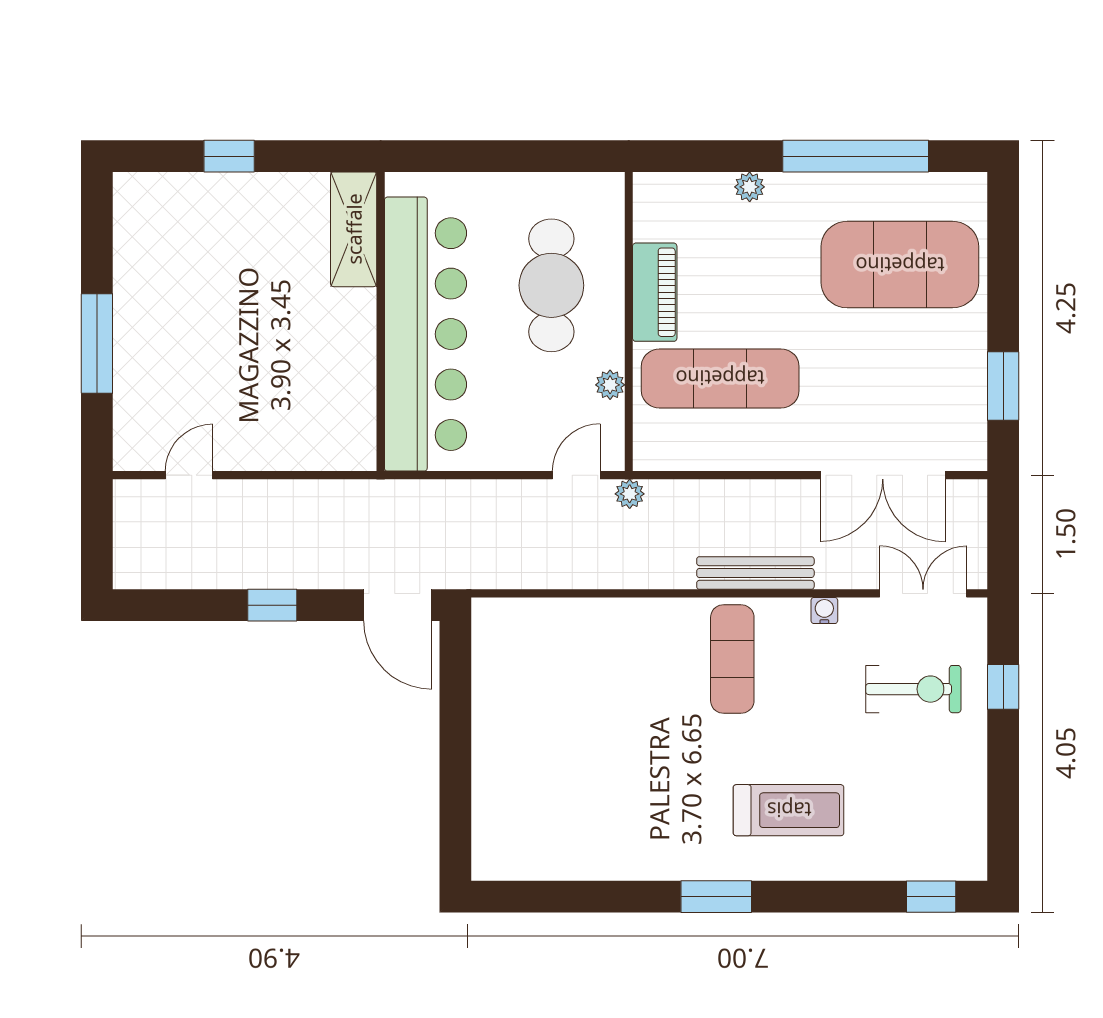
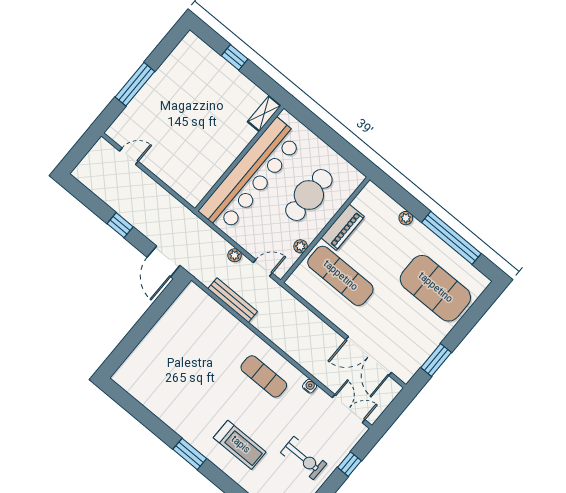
shelving: (354, 229) -> (264, 114), width x0.67, depth x0.75
plant: (630, 494) -> (235, 255), moved
bench: (755, 573) -> (233, 300), moved
exercise mat: (732, 659) -> (264, 376), turned 90
exercise bike: (913, 689) -> (304, 458), moved

